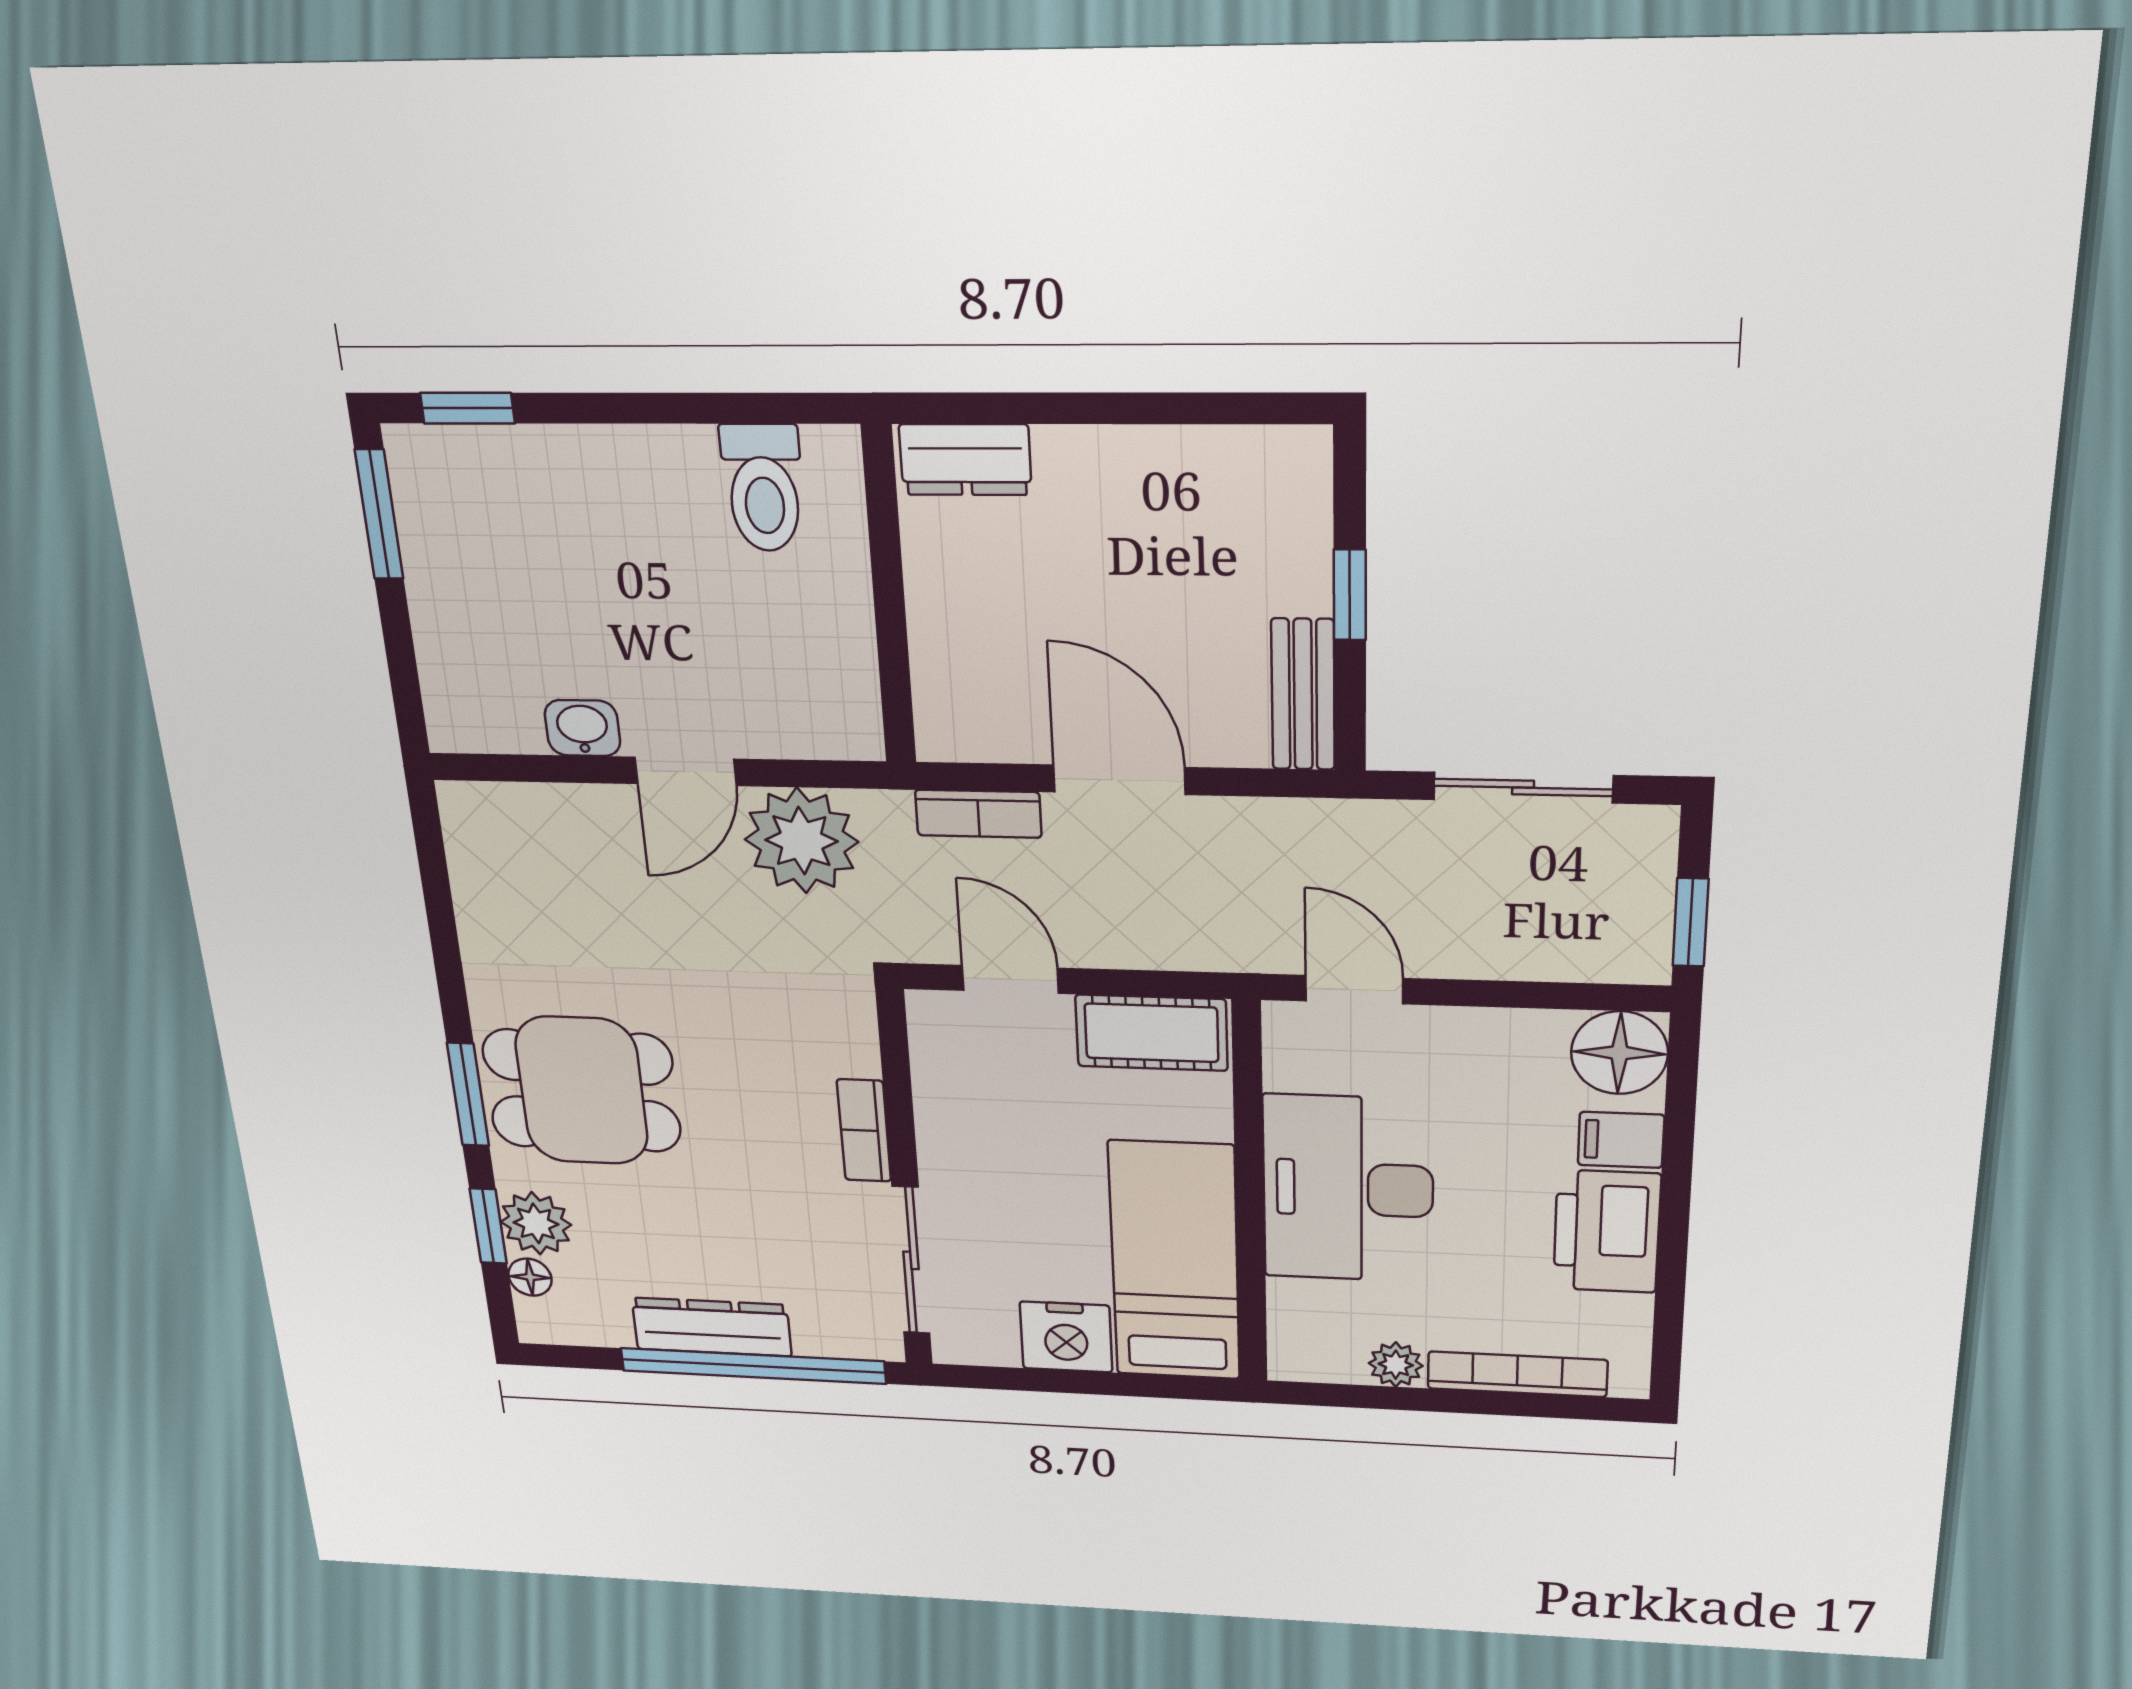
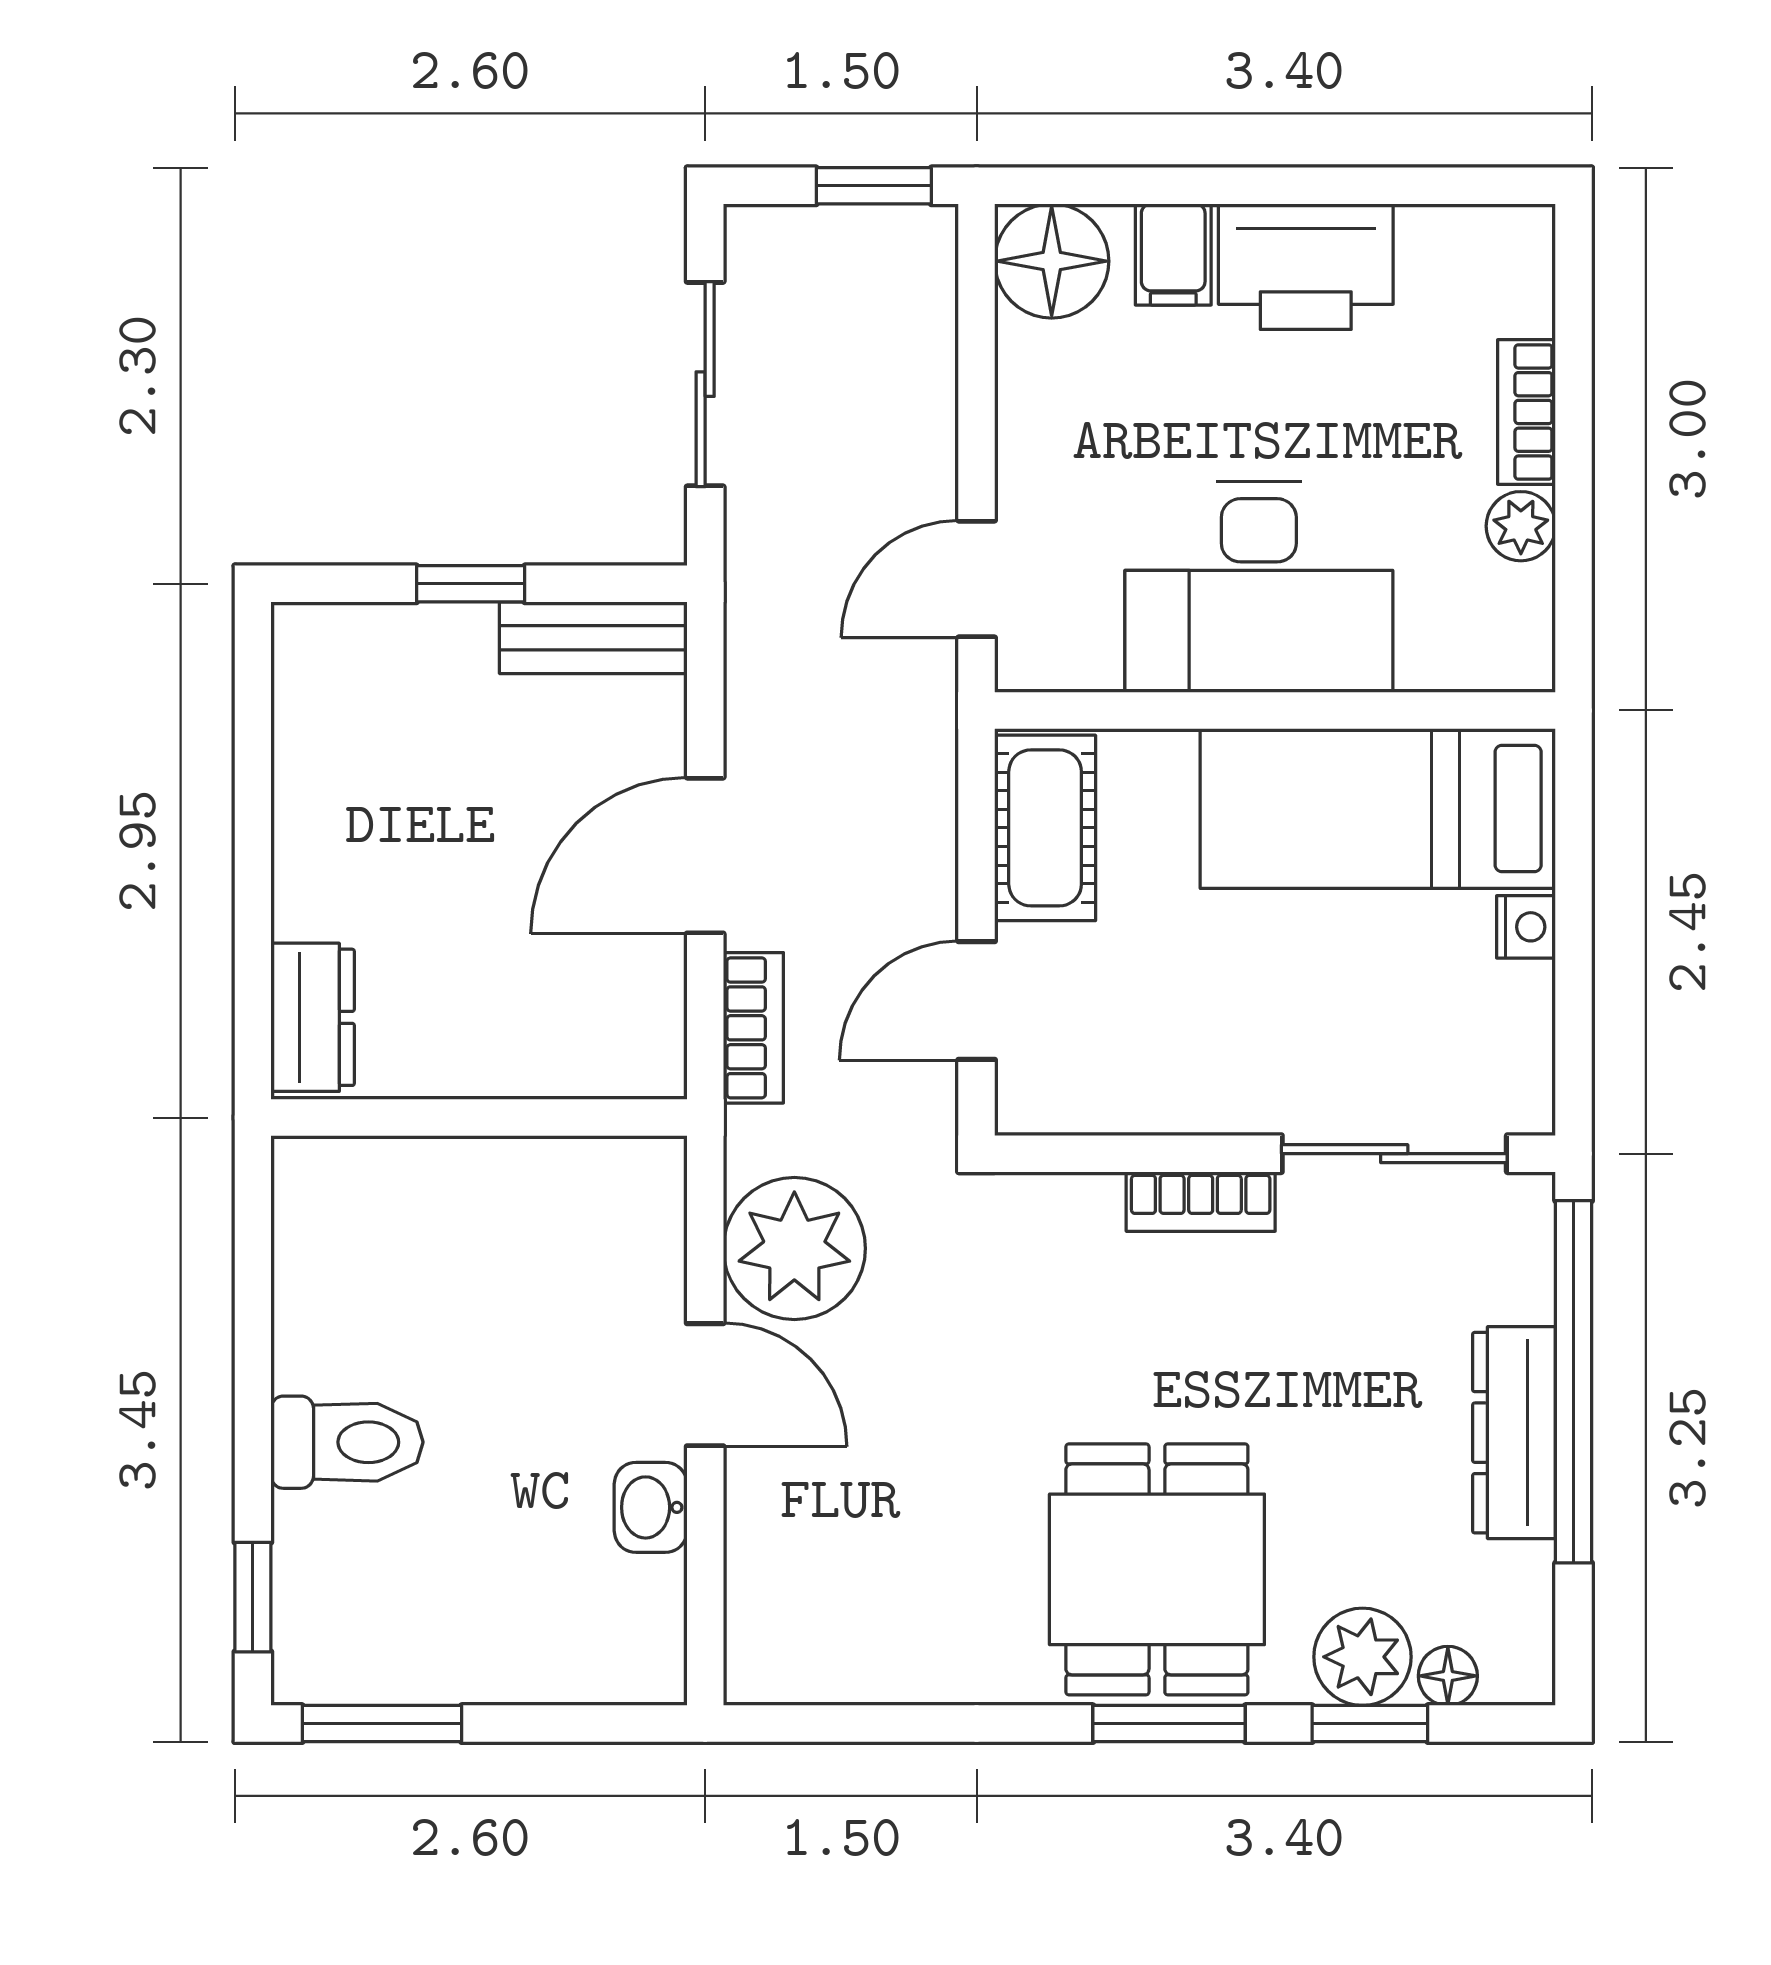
toilet: (763, 488) -> (347, 1442), moved
nightstand: (1066, 1337) -> (1526, 927), width x0.53, depth x0.56
bookcase: (1517, 1374) -> (1527, 412), width x0.64

